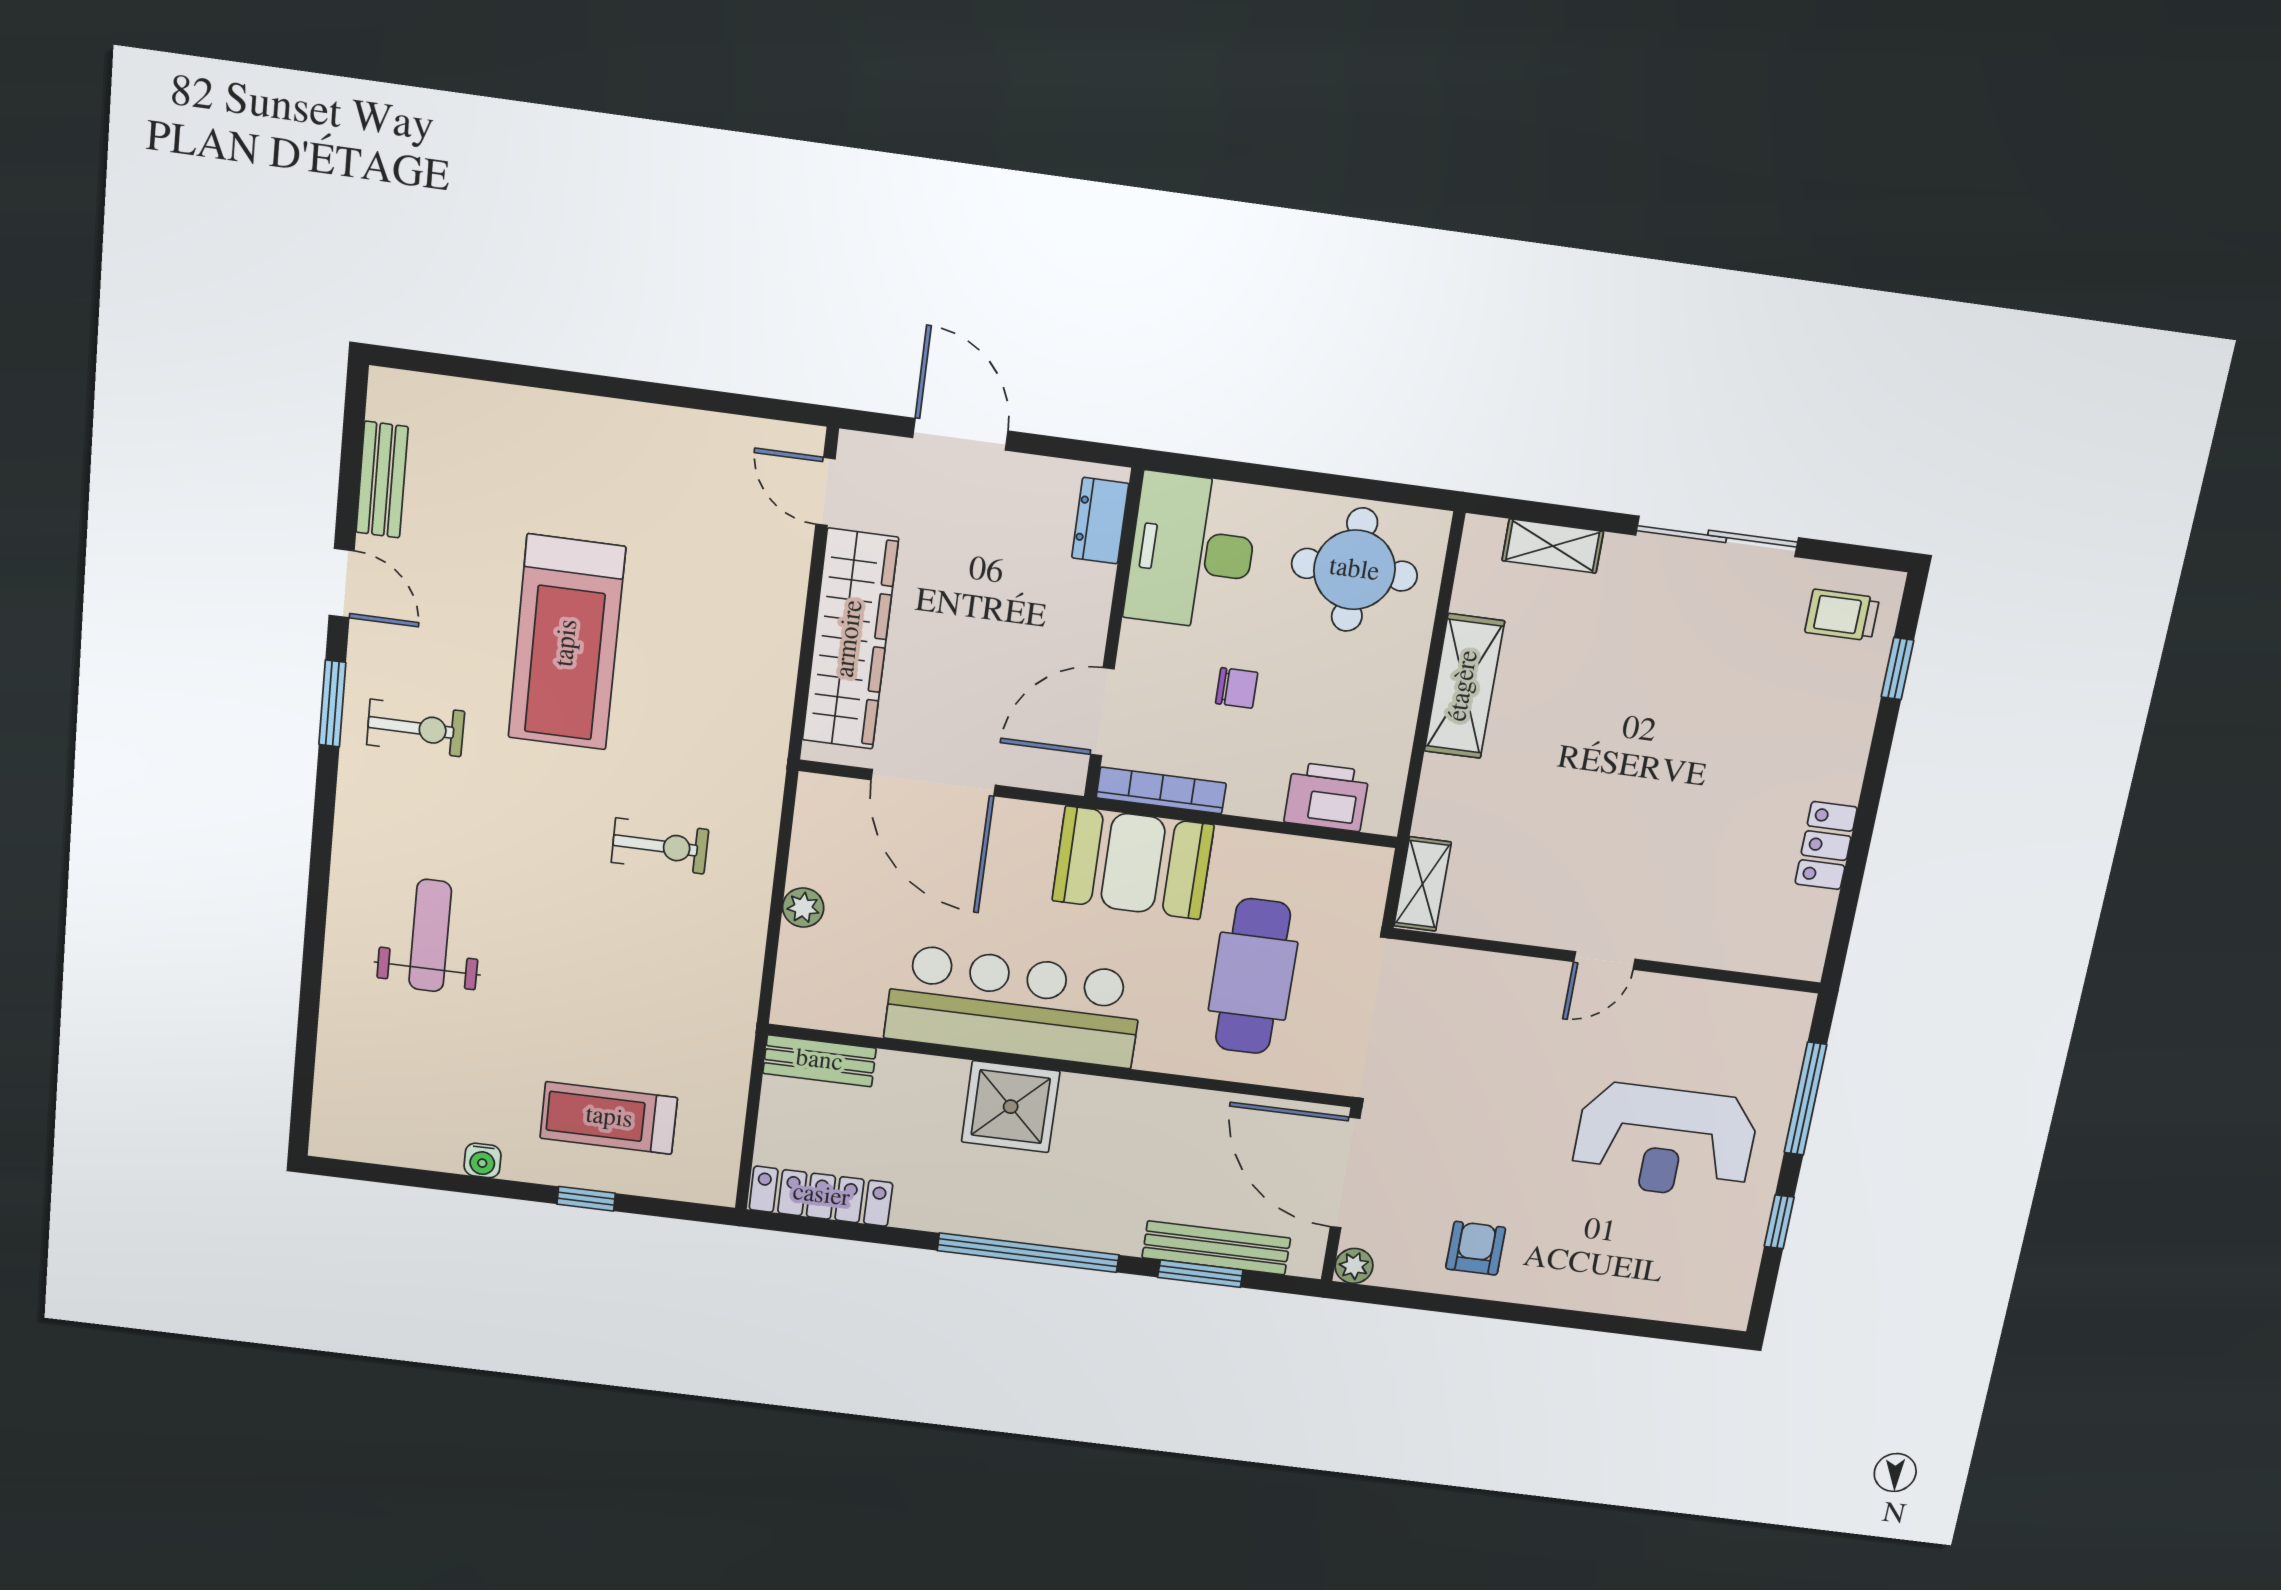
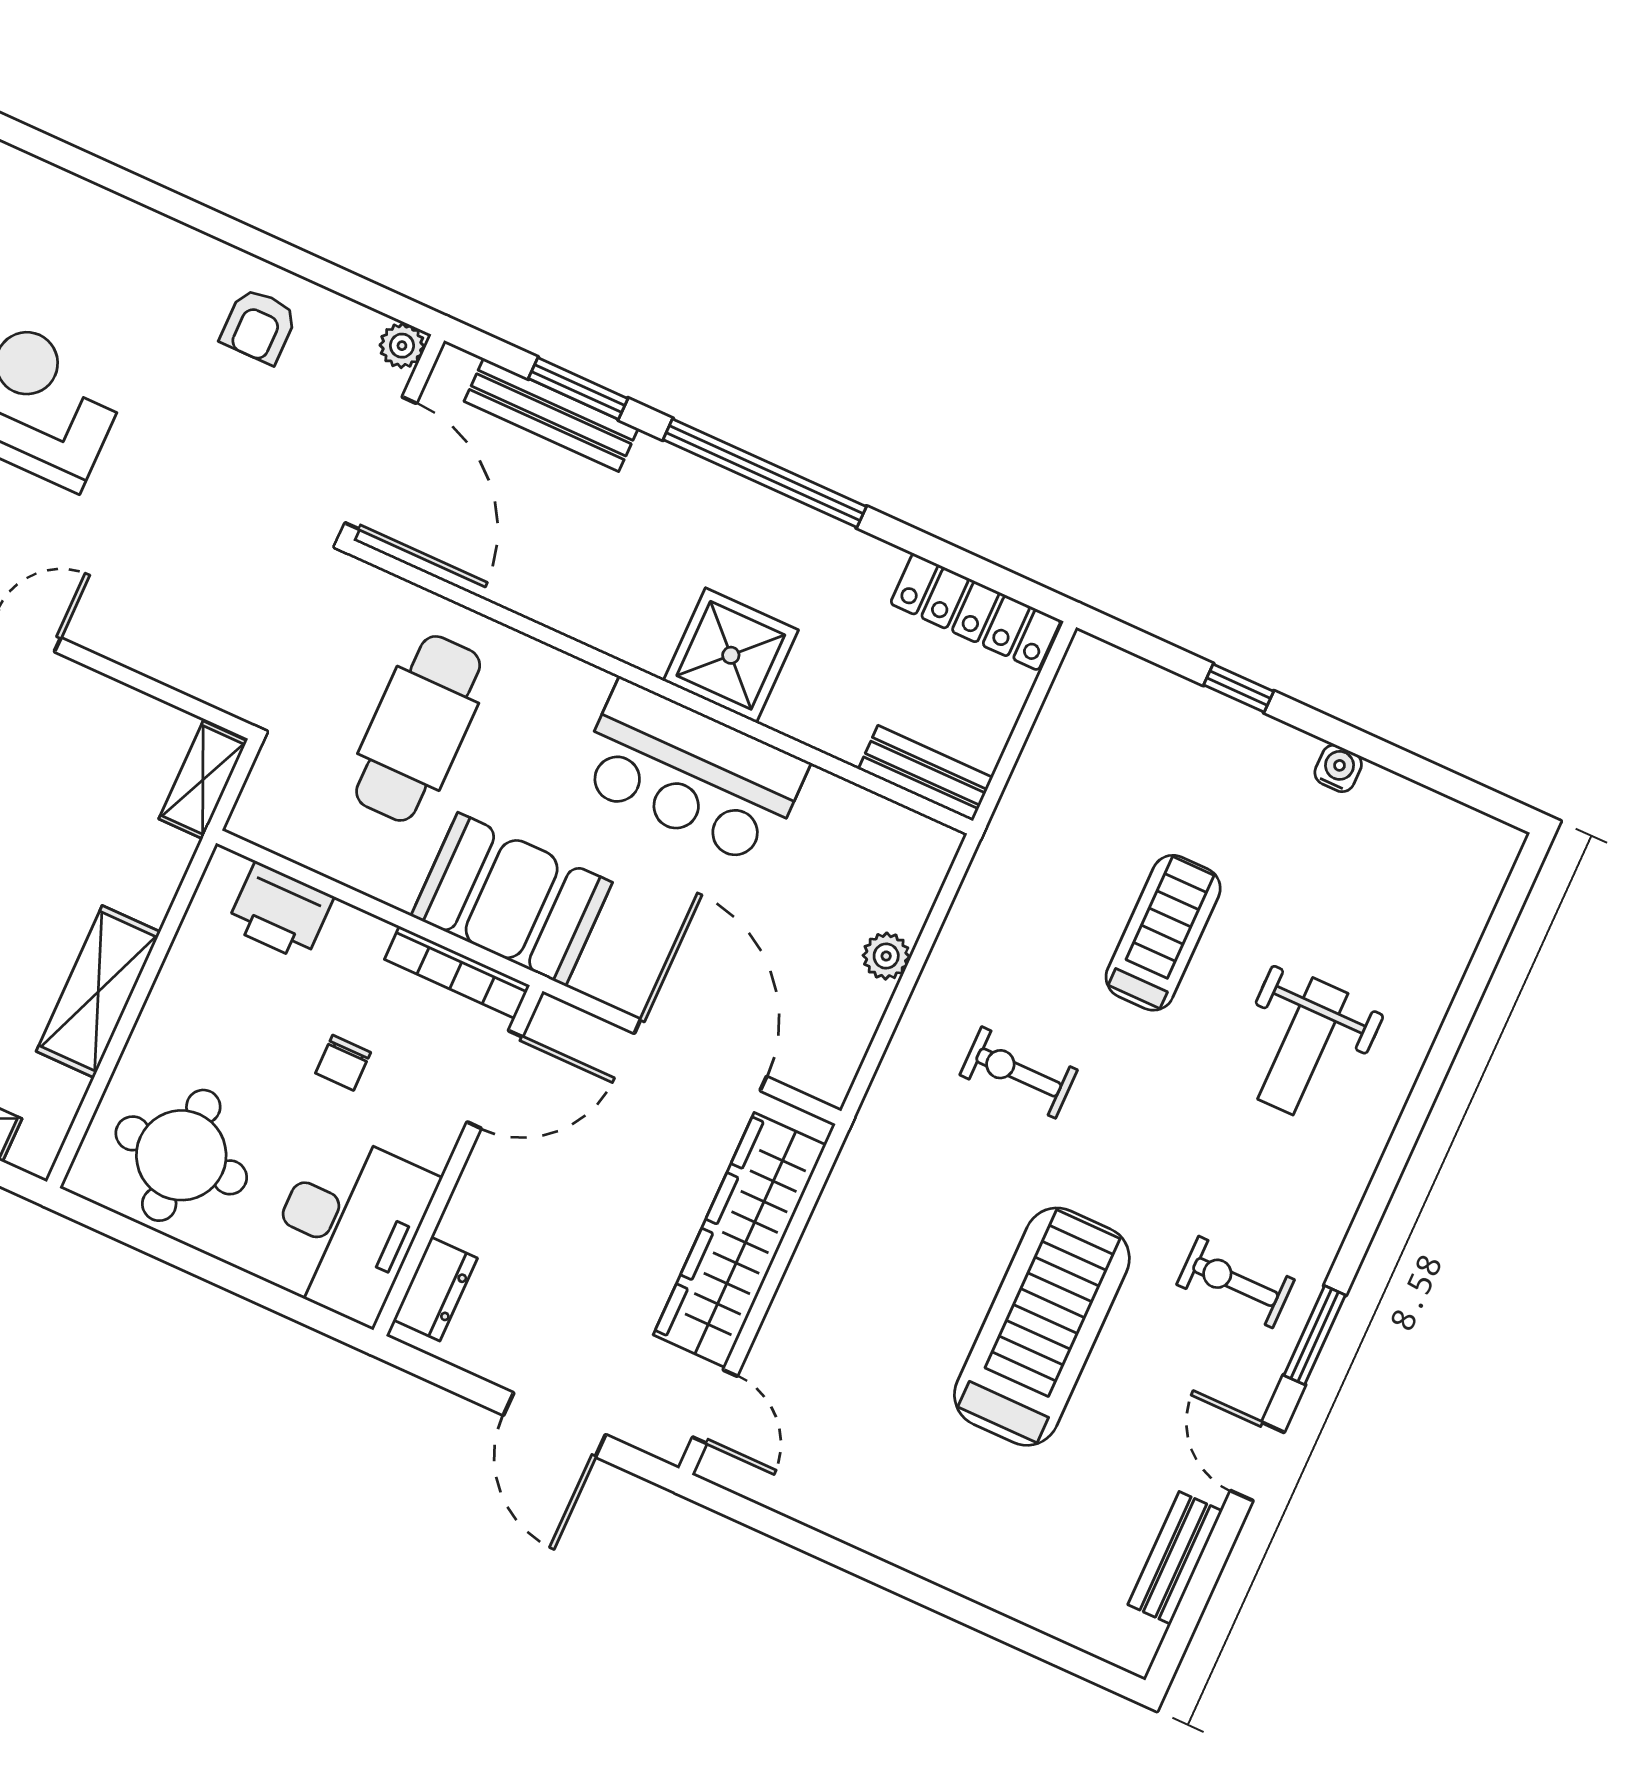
chair: (1237, 688) -> (343, 1063), turned -90
bar counter: (1014, 1006) -> (691, 773), width x0.73
treadmill: (609, 1118) -> (1163, 933), moved, turned -90

